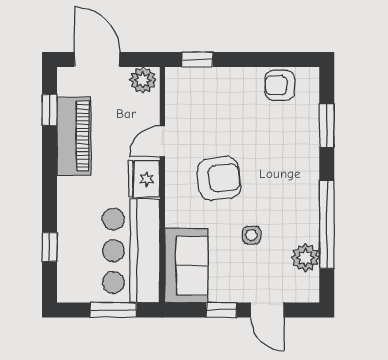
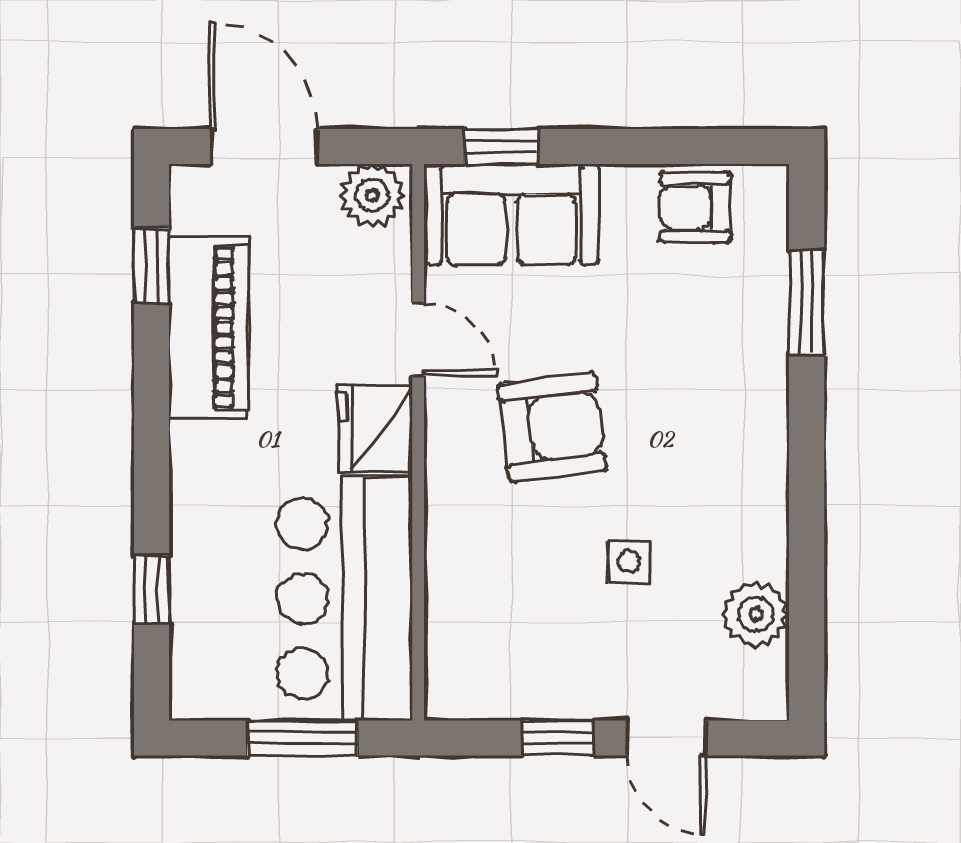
door: (162, 141) -> (418, 340), swing flipped
window: (327, 224) -> (807, 536), removed
sofa: (186, 266) -> (511, 214), moved, turned 90

